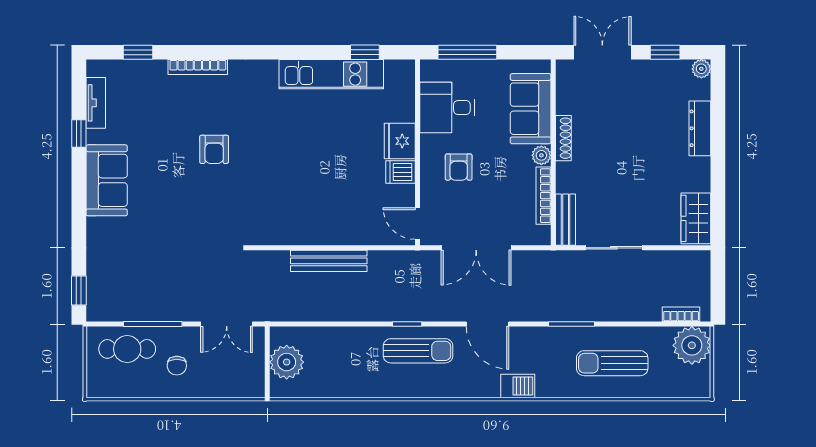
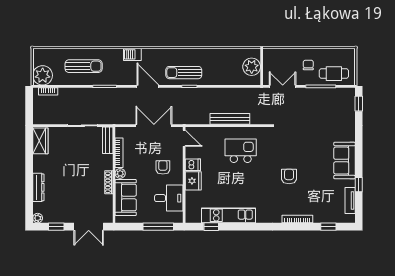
kitchen island: (308, 199) -> (241, 151), added

